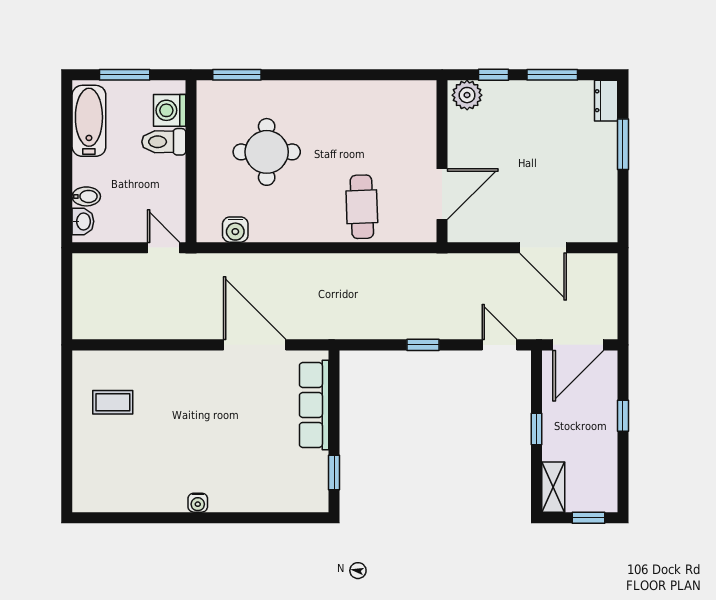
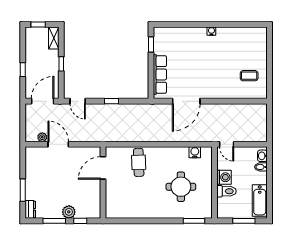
plant: (467, 95) -> (69, 212), moved
washing machine: (170, 110) -> (224, 177), moved
plant: (579, 263) -> (42, 137), added
door: (255, 345) -> (186, 101), hinge flipped

